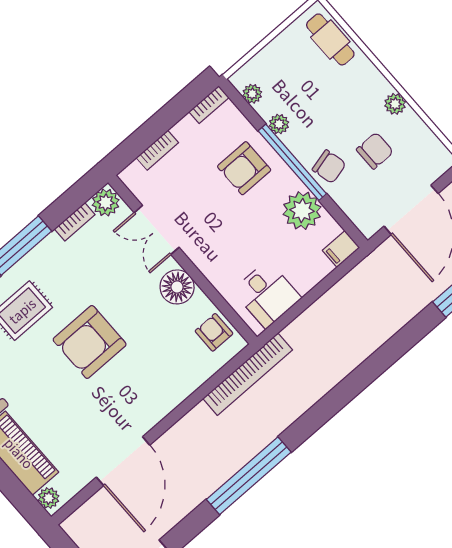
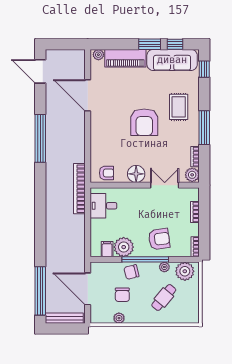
cafe table: (330, 39) -> (164, 297), moved, turned -50
plant: (252, 94) -> (185, 271), width x1.87, depth x1.87
plant: (395, 104) -> (119, 318), moved
armchair: (244, 168) -> (159, 239), turned 82
filing cabinet: (341, 249) -> (107, 249), moved
armchair: (90, 342) -> (144, 122), turned 180
bookcase: (248, 374) -> (79, 189), moved

